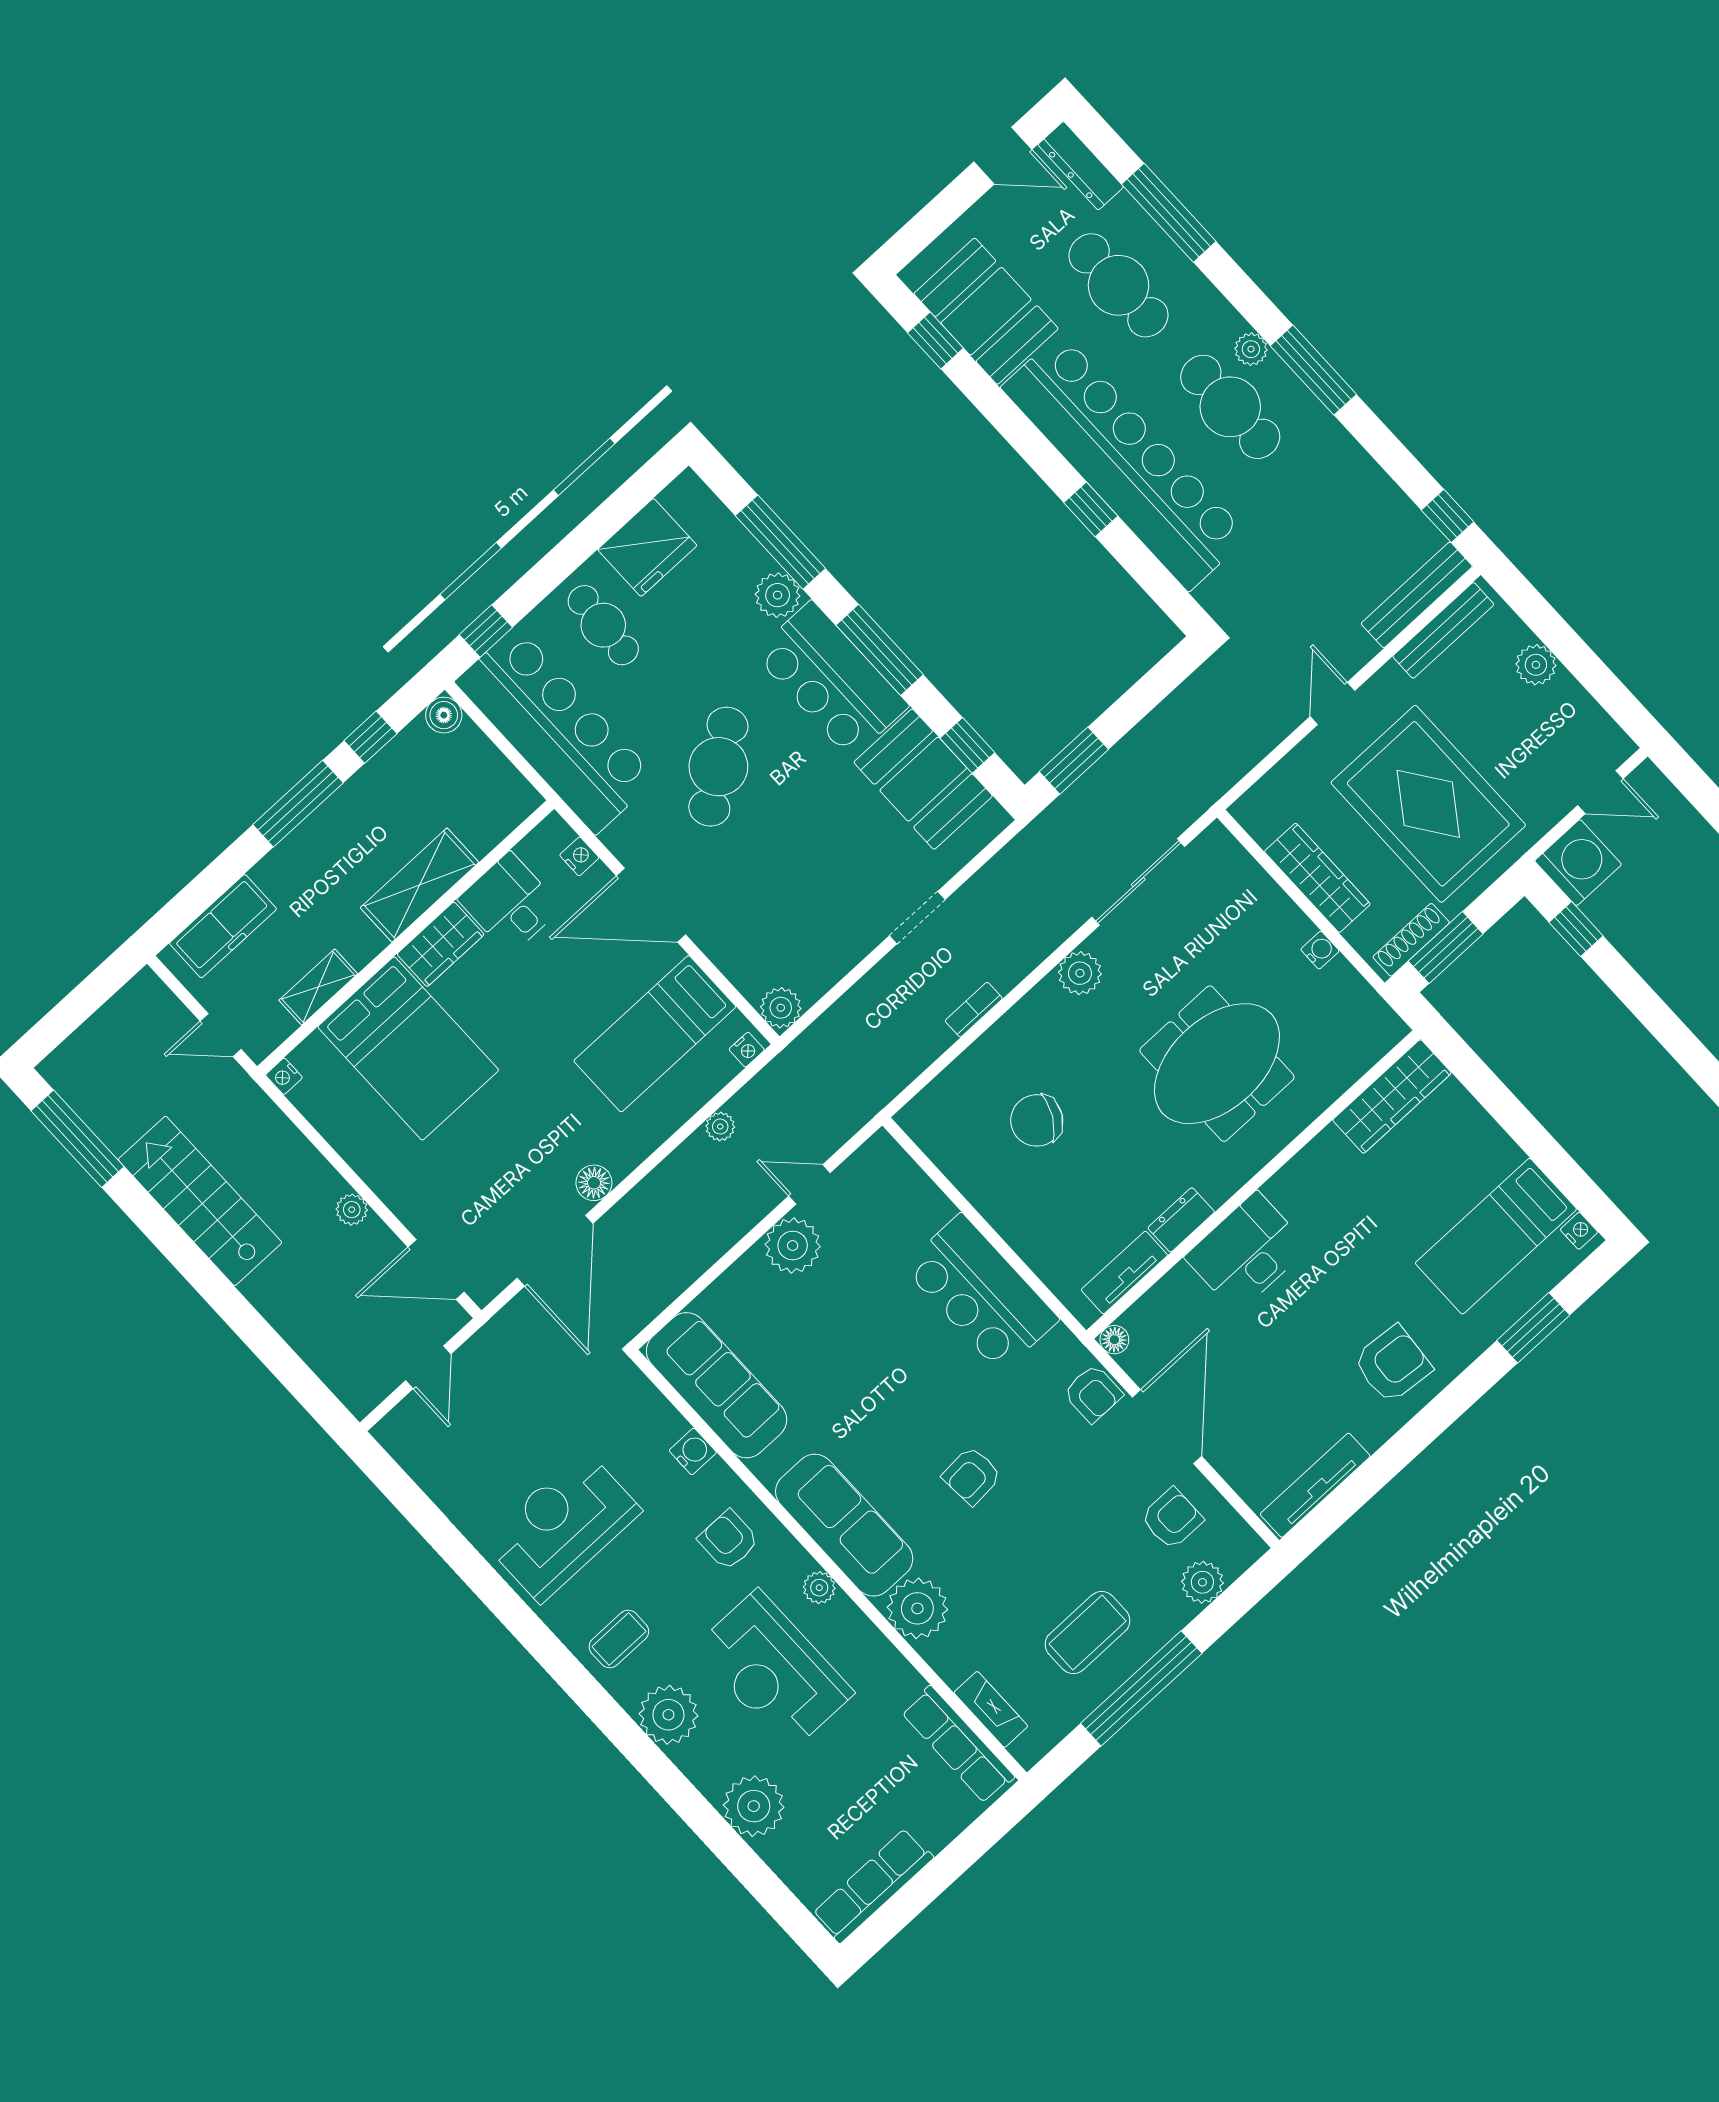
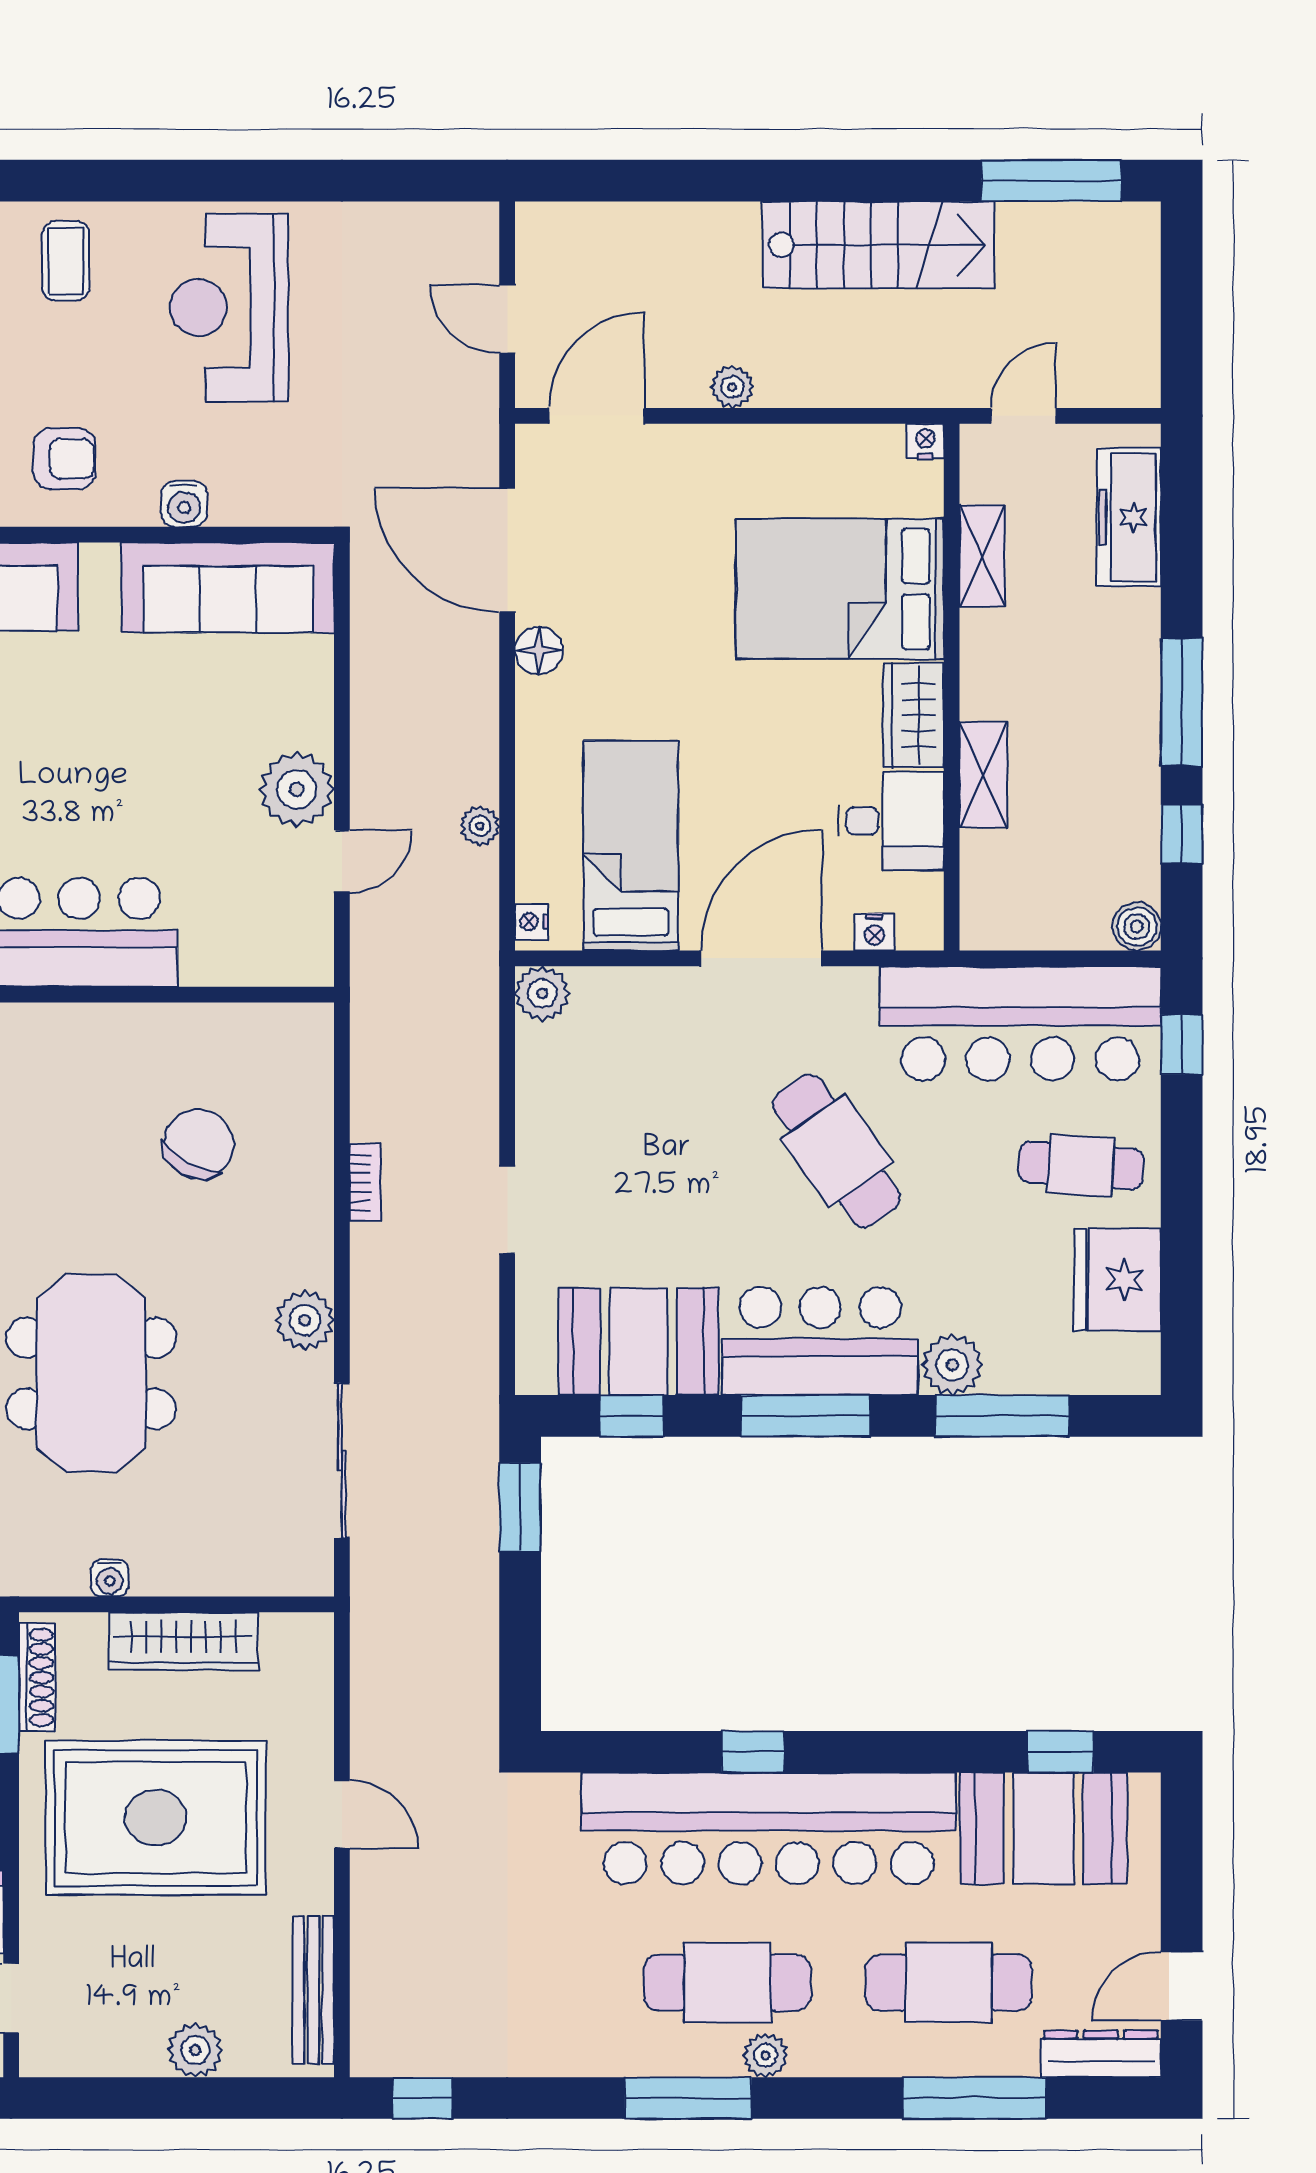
bench: (1417, 595) -> (372, 1996), removed
shelving: (419, 885) -> (983, 775), width x0.67, depth x0.75
reception desk: (562, 1526) -> (229, 307), turned 180

